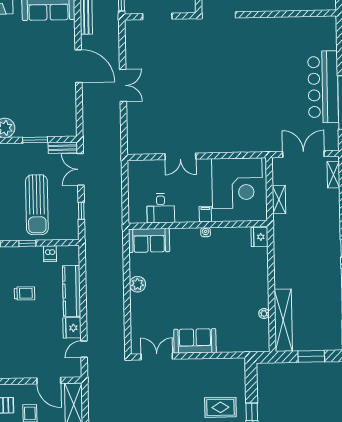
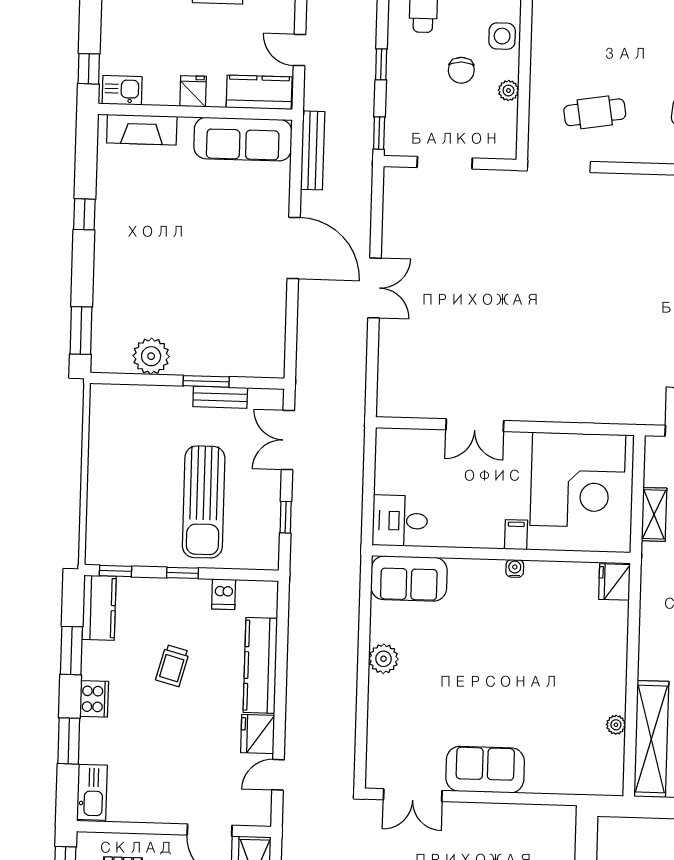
bench: (63, 148) -> (220, 397), moved
desk: (161, 208) -> (400, 521), moved, turned 90
trolley: (24, 293) -> (172, 666), turned 105
double door: (157, 357) -> (413, 795), swing flipped

